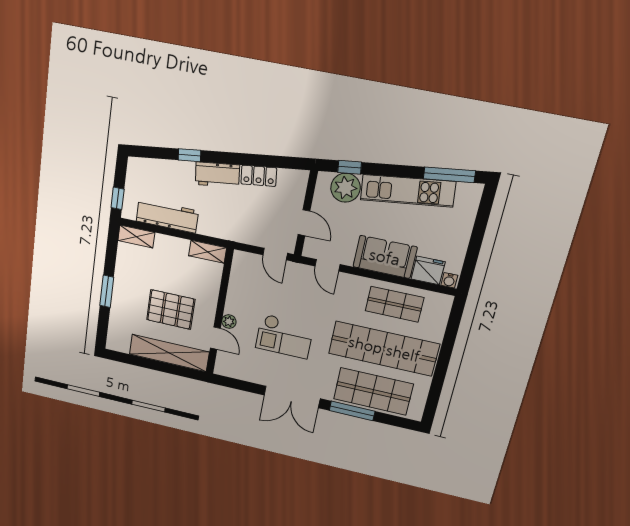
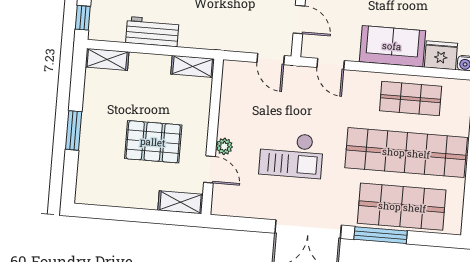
workbench: (167, 216) -> (152, 32), width x0.73
shelving: (169, 353) -> (181, 202), width x0.45, depth x0.75

